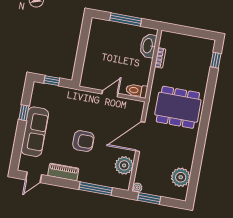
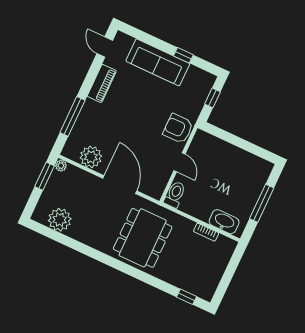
armchair: (83, 141) -> (178, 129), moved, turned 90

